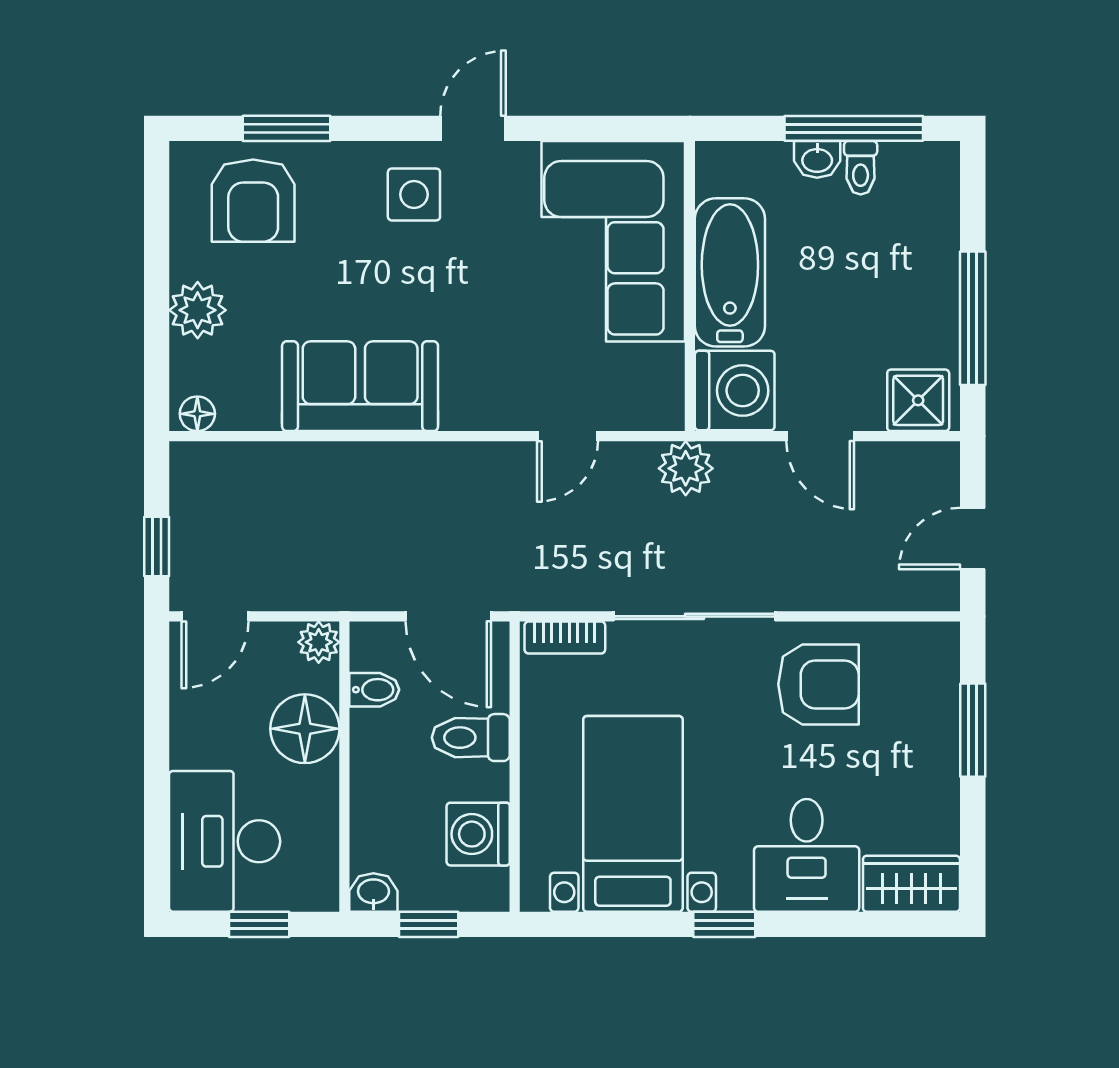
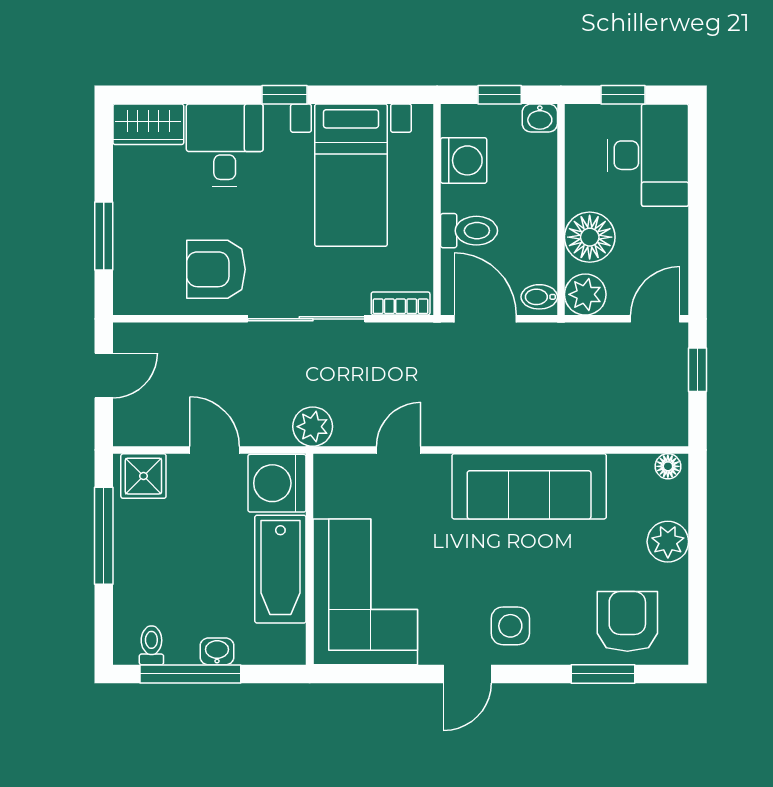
toilet: (861, 168) -> (151, 645), moved
sofa: (360, 386) -> (529, 486), width x1.36
plant: (319, 642) -> (585, 294), width x1.38, depth x1.38
bidet: (374, 690) -> (539, 297), moved

